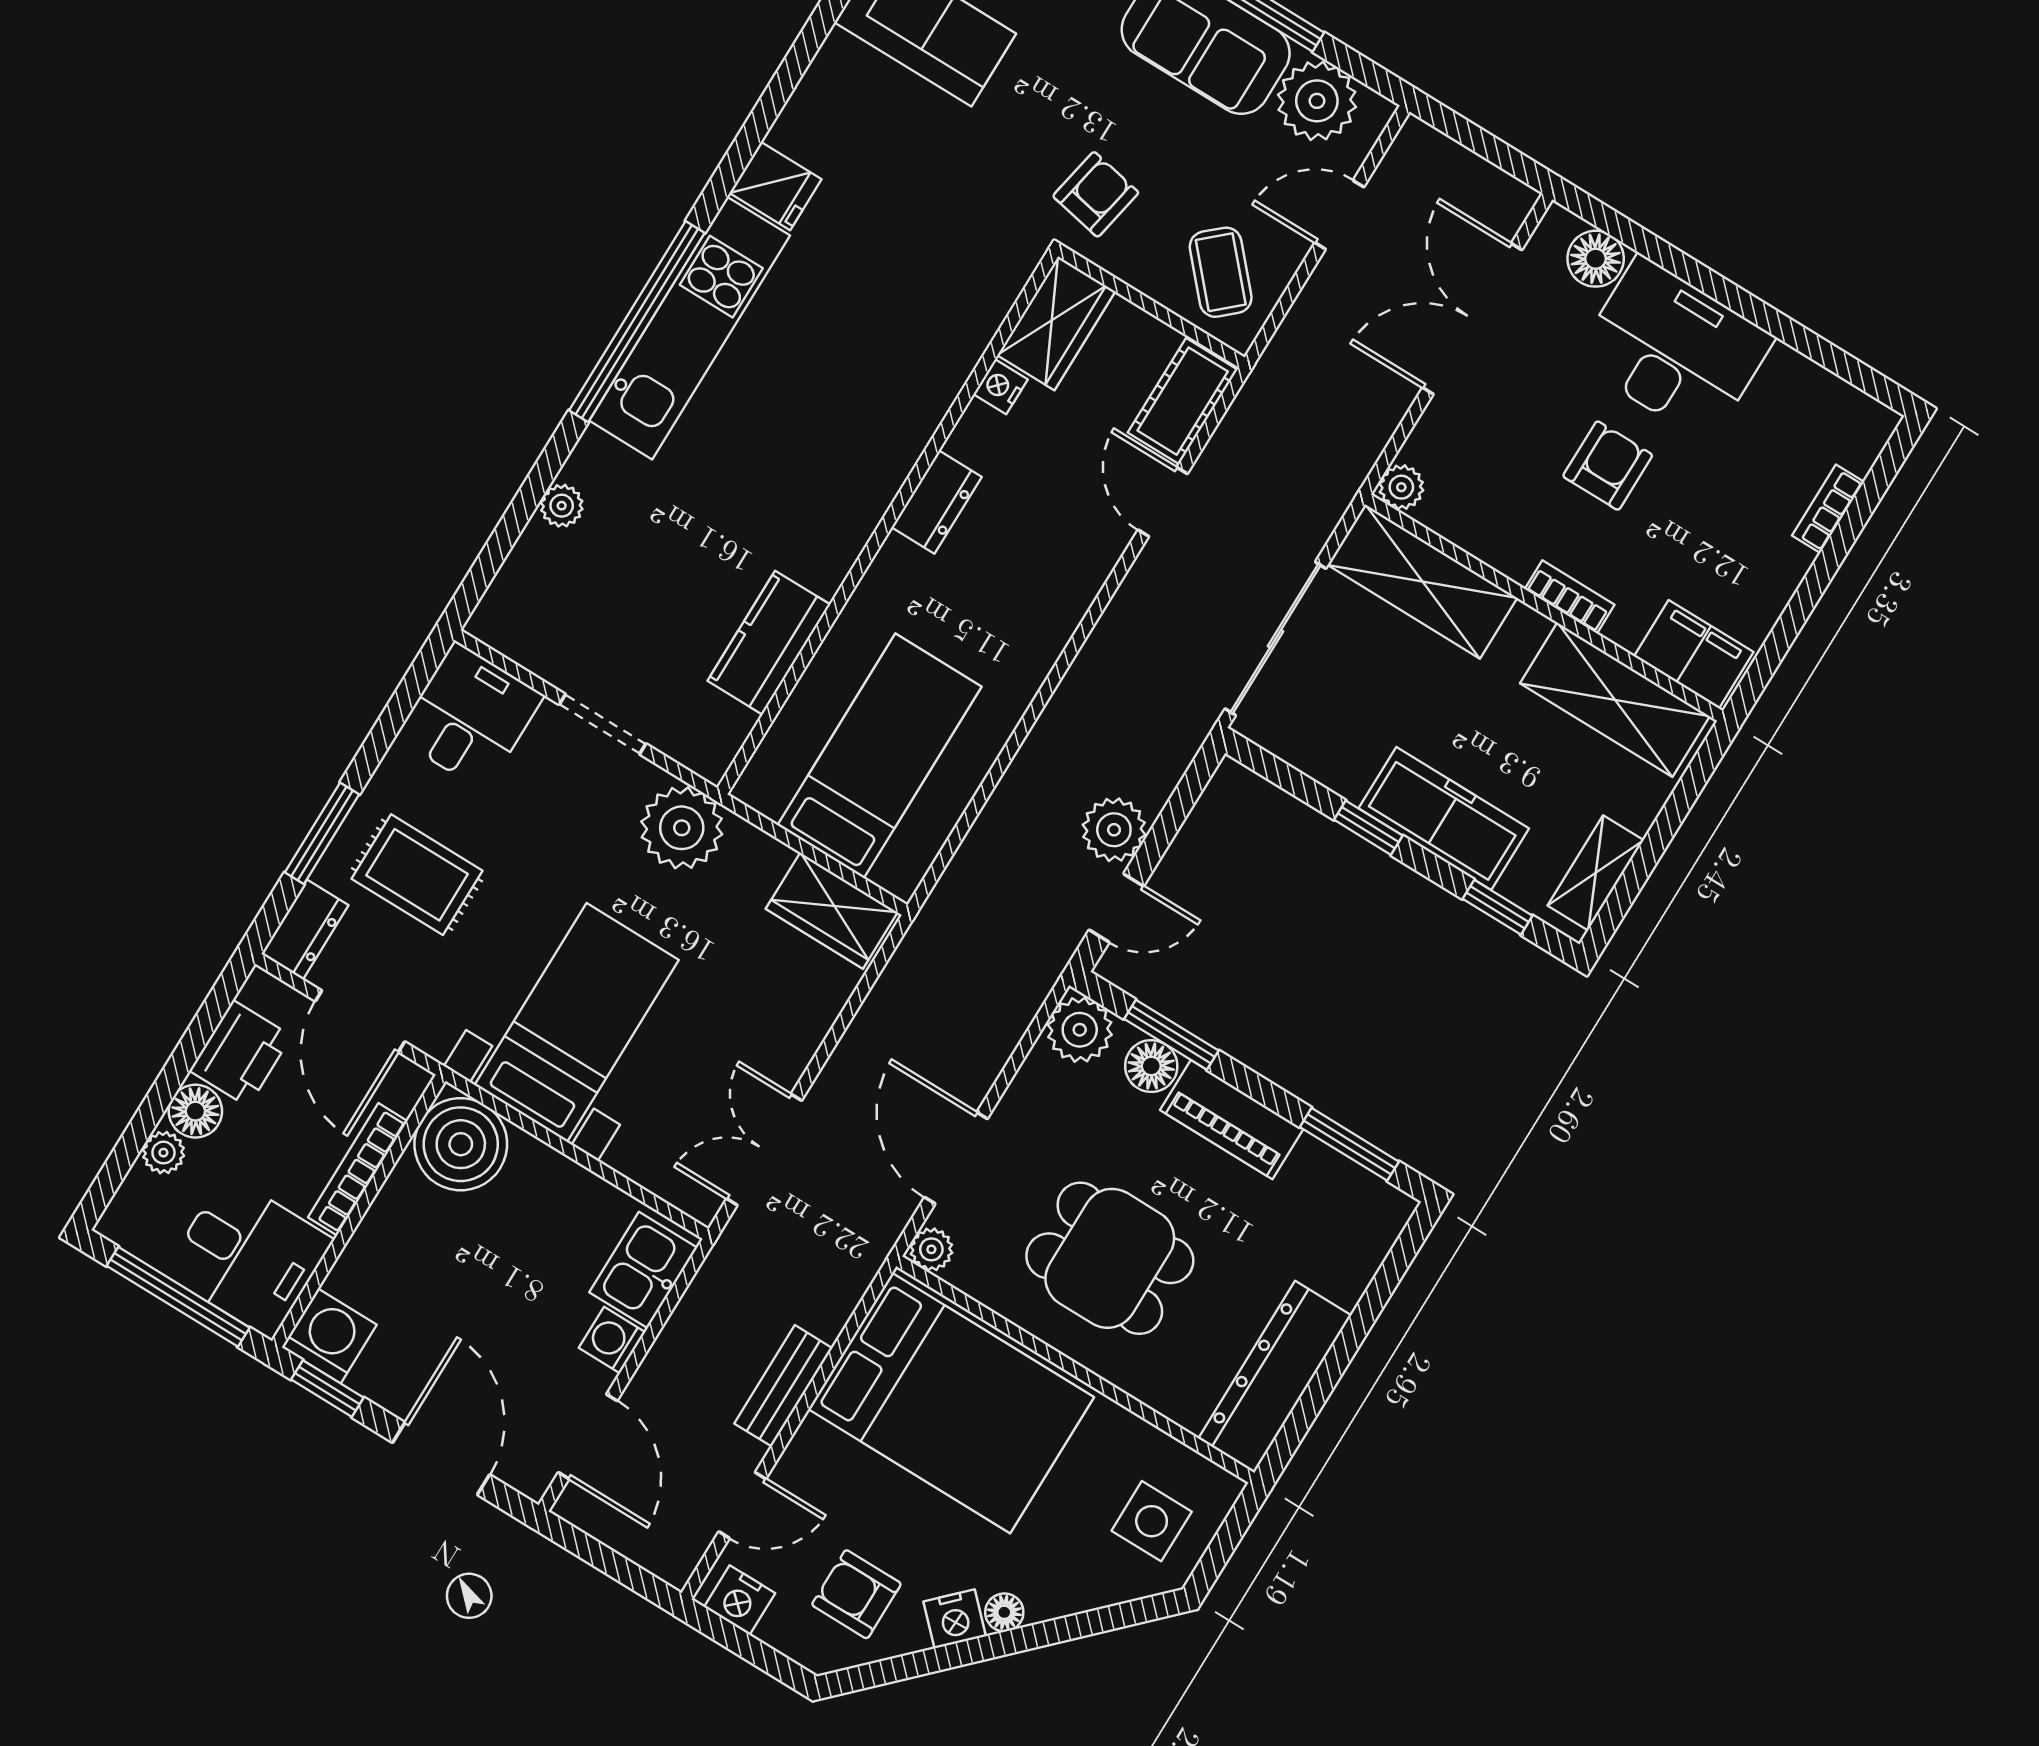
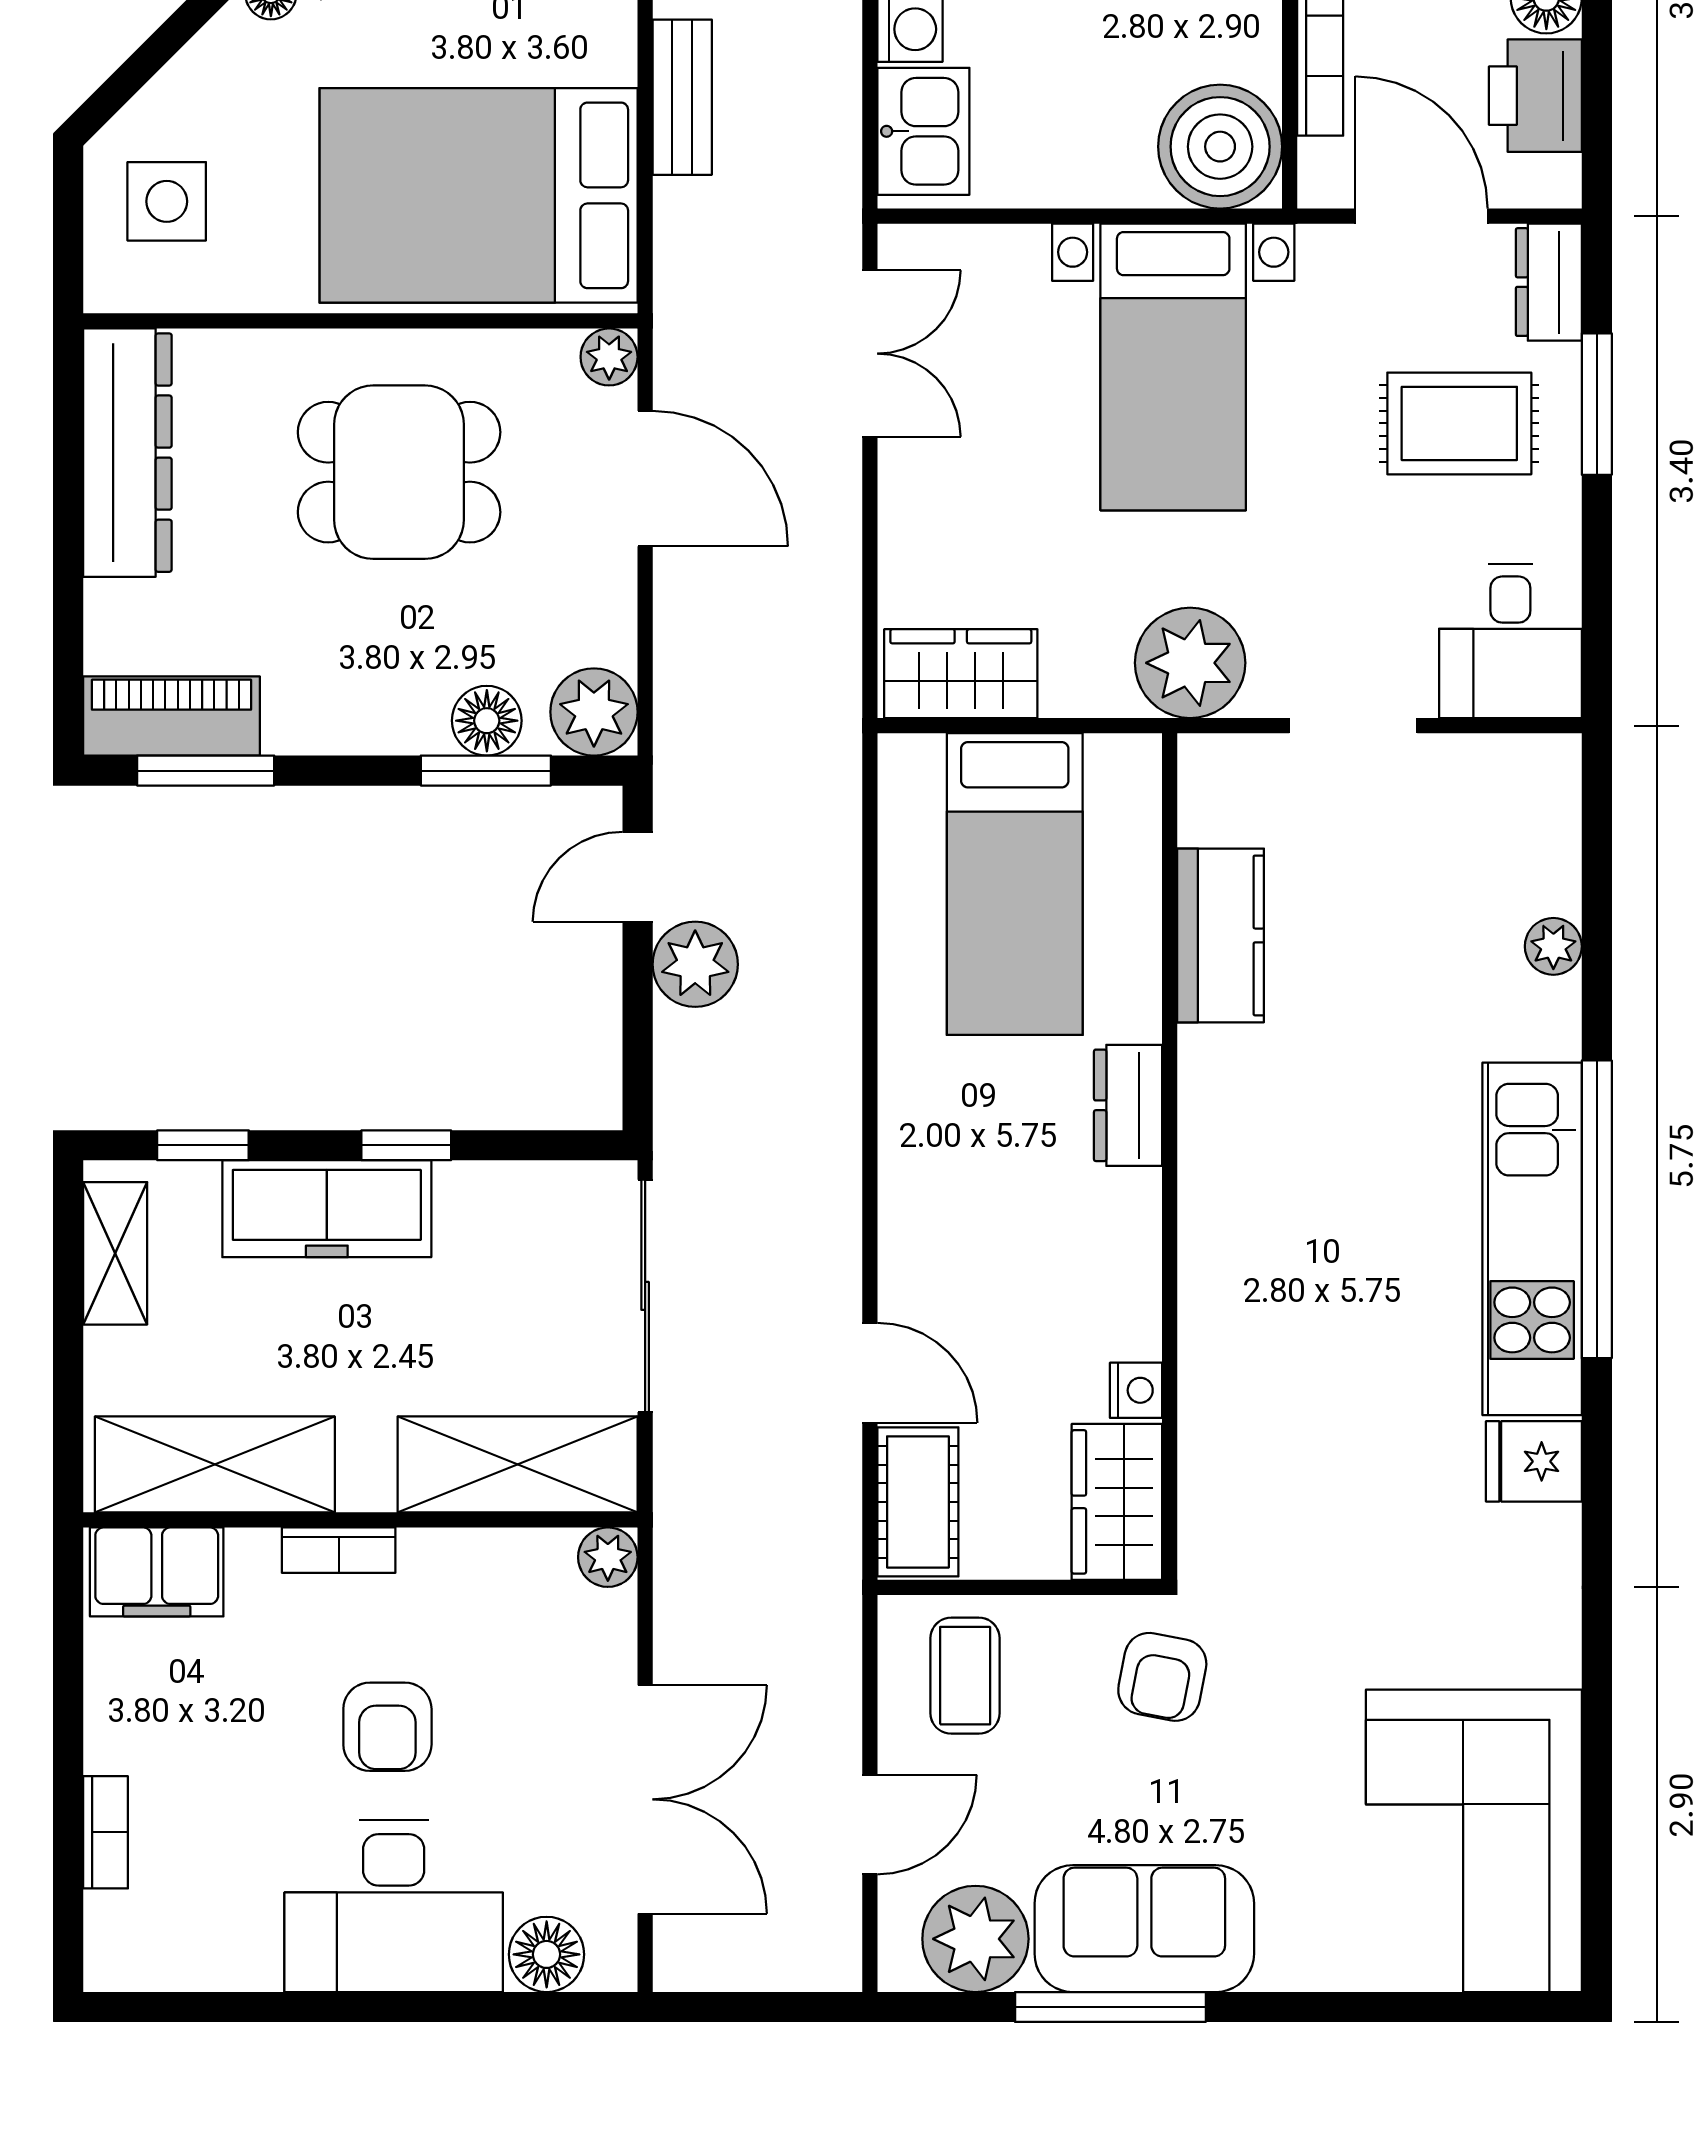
coffee table: (1221, 272) -> (965, 1676), turned 42
dresser: (936, 502) -> (1128, 1105), moved
piano: (1232, 1120) -> (172, 716), moved

